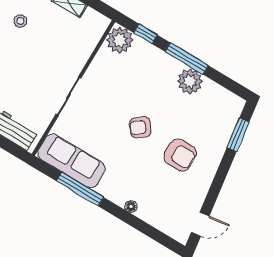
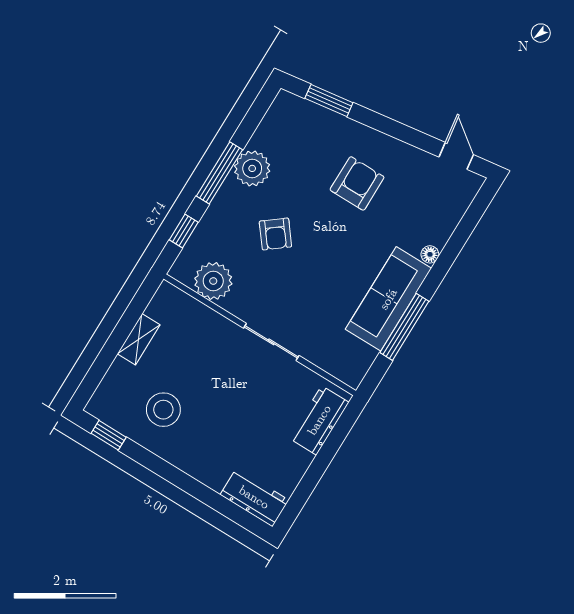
stool: (20, 21) -> (163, 410), width x1.89, depth x1.89
plant: (120, 40) -> (213, 281), moved
armchair: (140, 127) -> (275, 234), moved
sofa: (72, 161) -> (388, 299), moved

